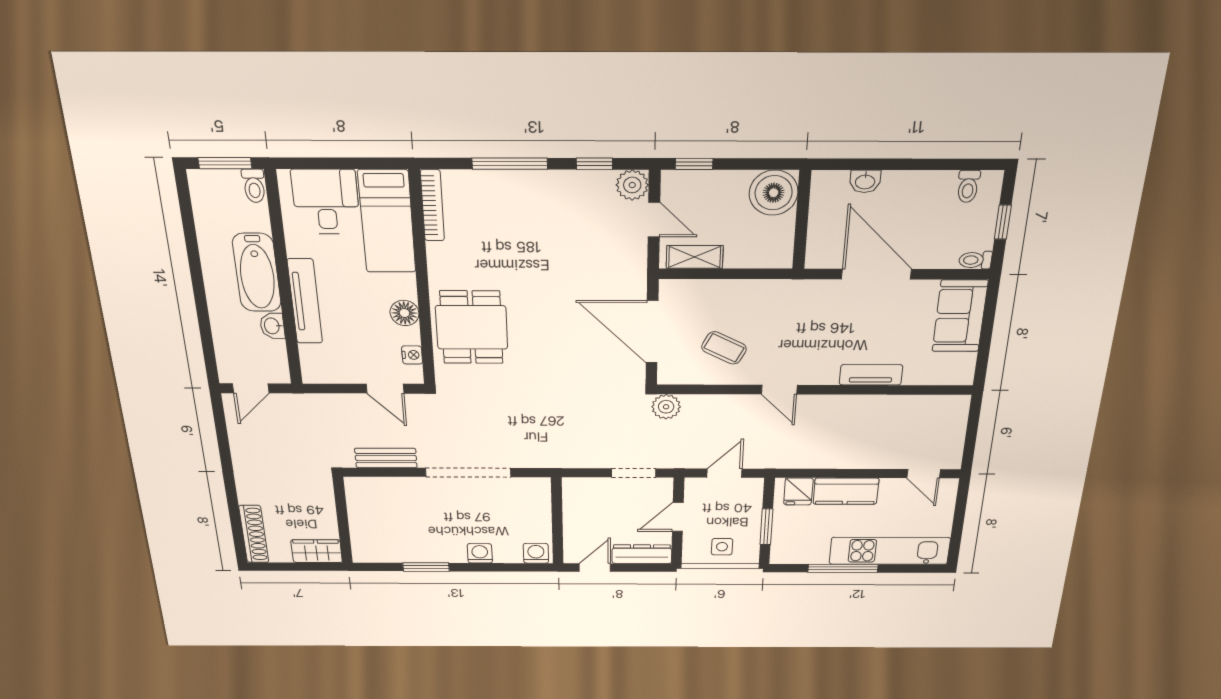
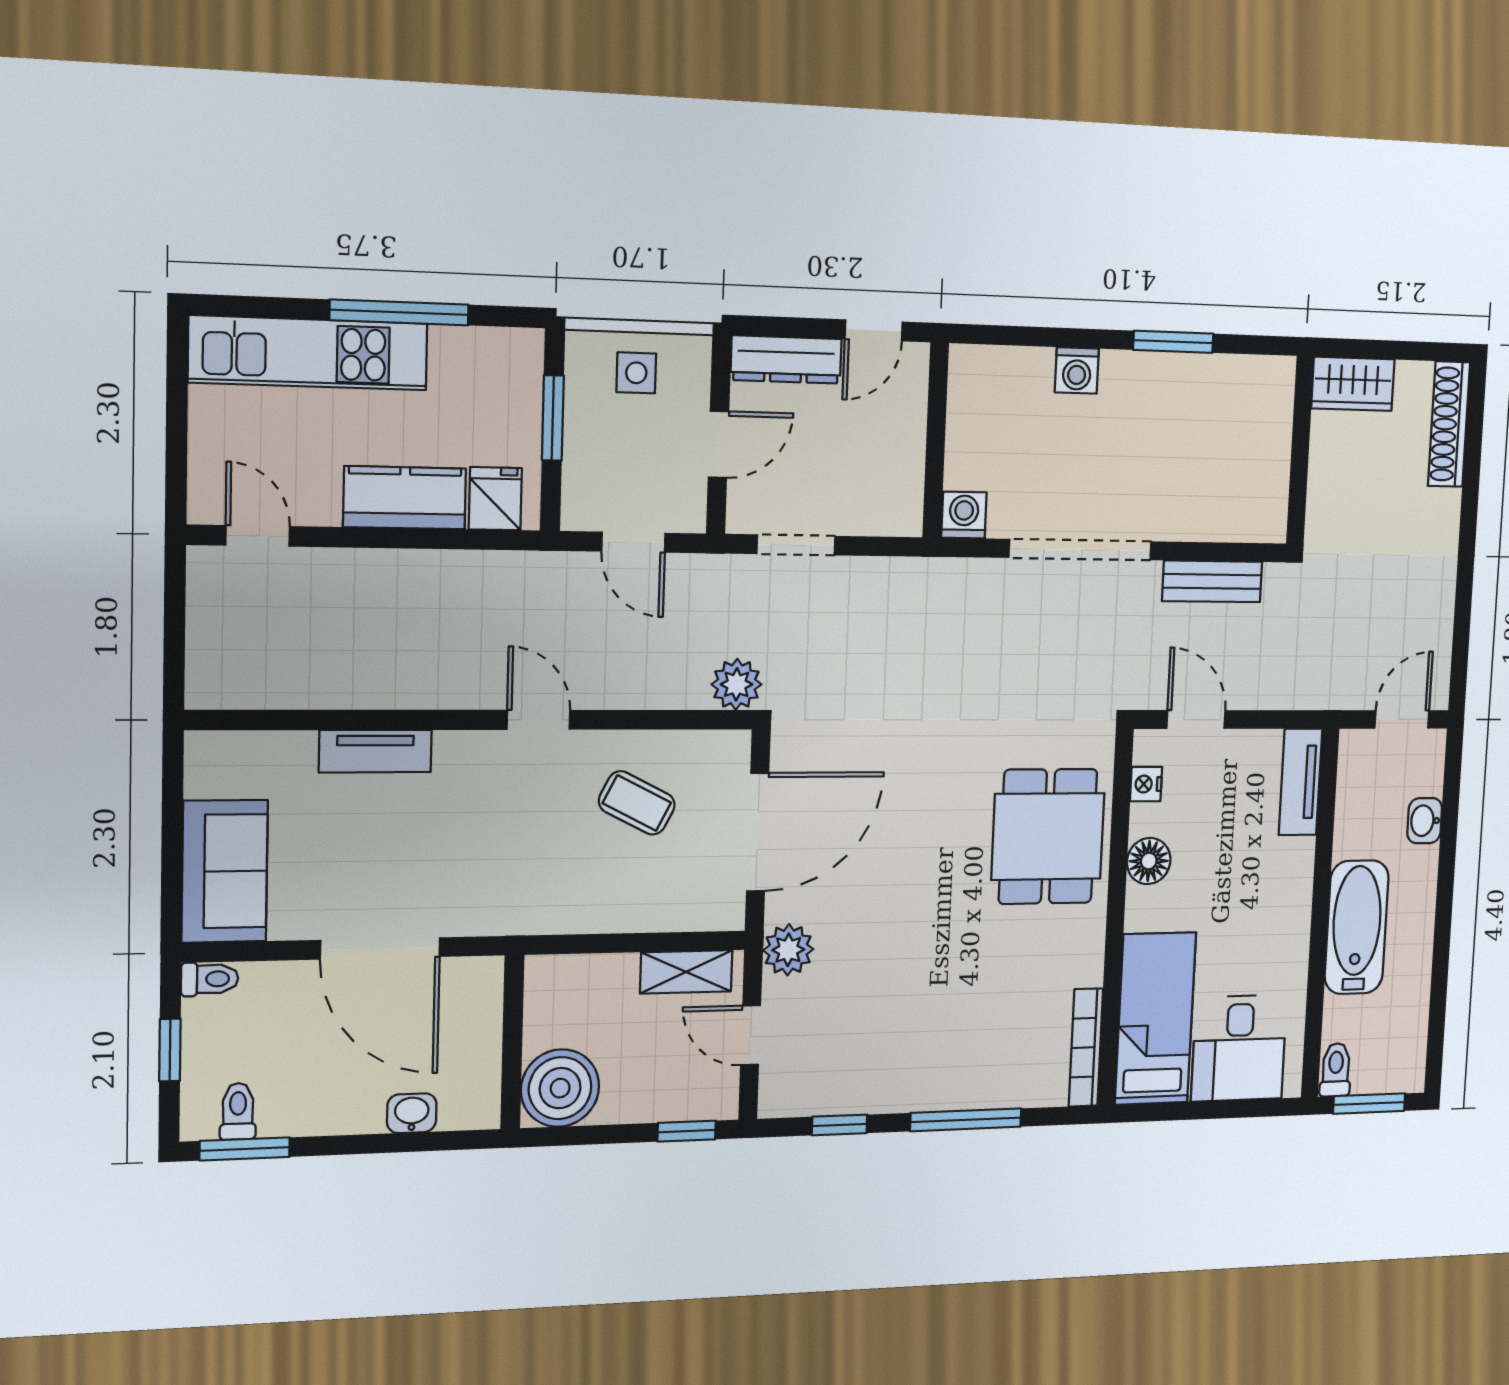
window: (967, 164) -> (245, 1149), added
plant: (632, 185) -> (788, 950), moved
tv unit: (305, 301) -> (1301, 782), moved, width x0.71
washbasin: (272, 326) -> (1425, 821), moved, turned 180
door: (652, 332) -> (758, 832), hinge flipped
door: (724, 473) -> (633, 542), hinge flipped
washing machine: (536, 553) -> (964, 515), moved, turned 180

